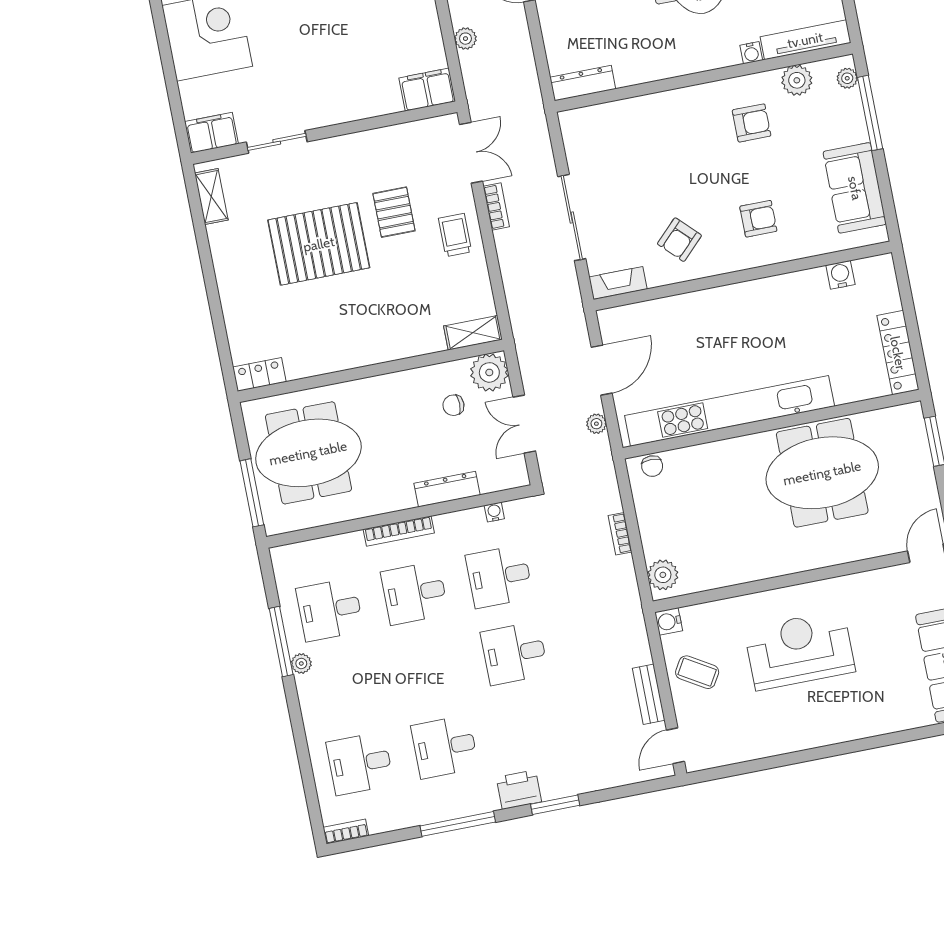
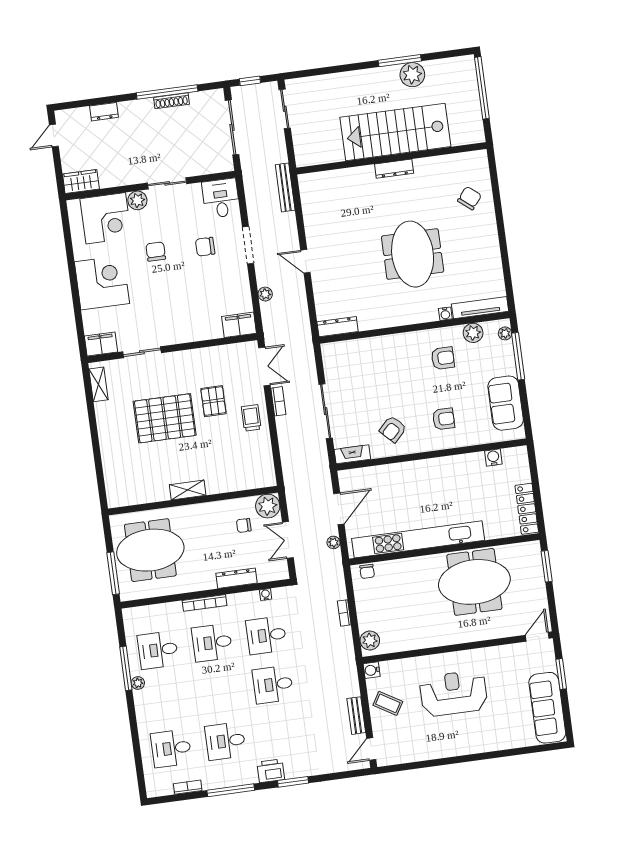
shelving: (473, 333) -> (188, 490), moved
locker: (259, 374) -> (122, 499), removed
bookcase: (346, 832) -> (188, 787), moved

